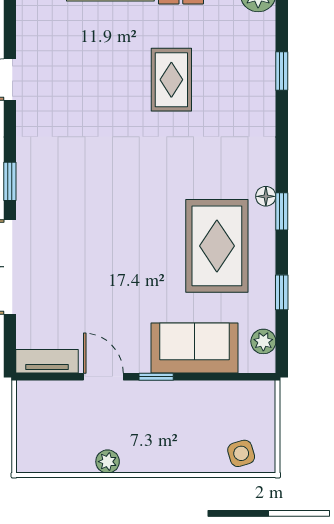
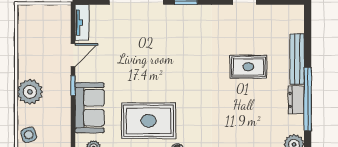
rug: (171, 80) -> (248, 67), moved
plant: (108, 462) -> (30, 92), moved, width x1.88, depth x1.88

